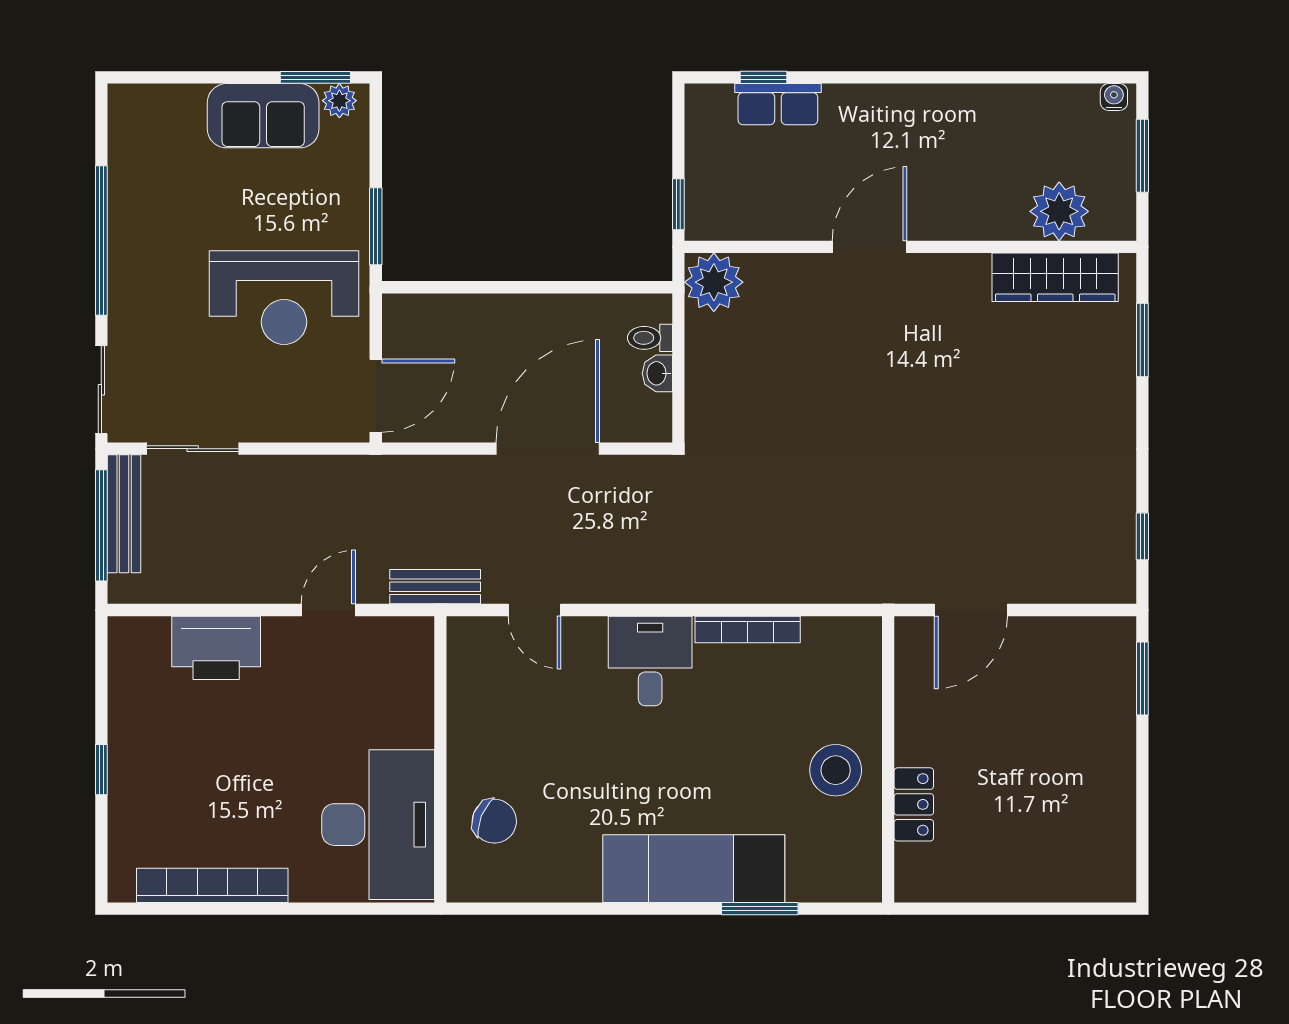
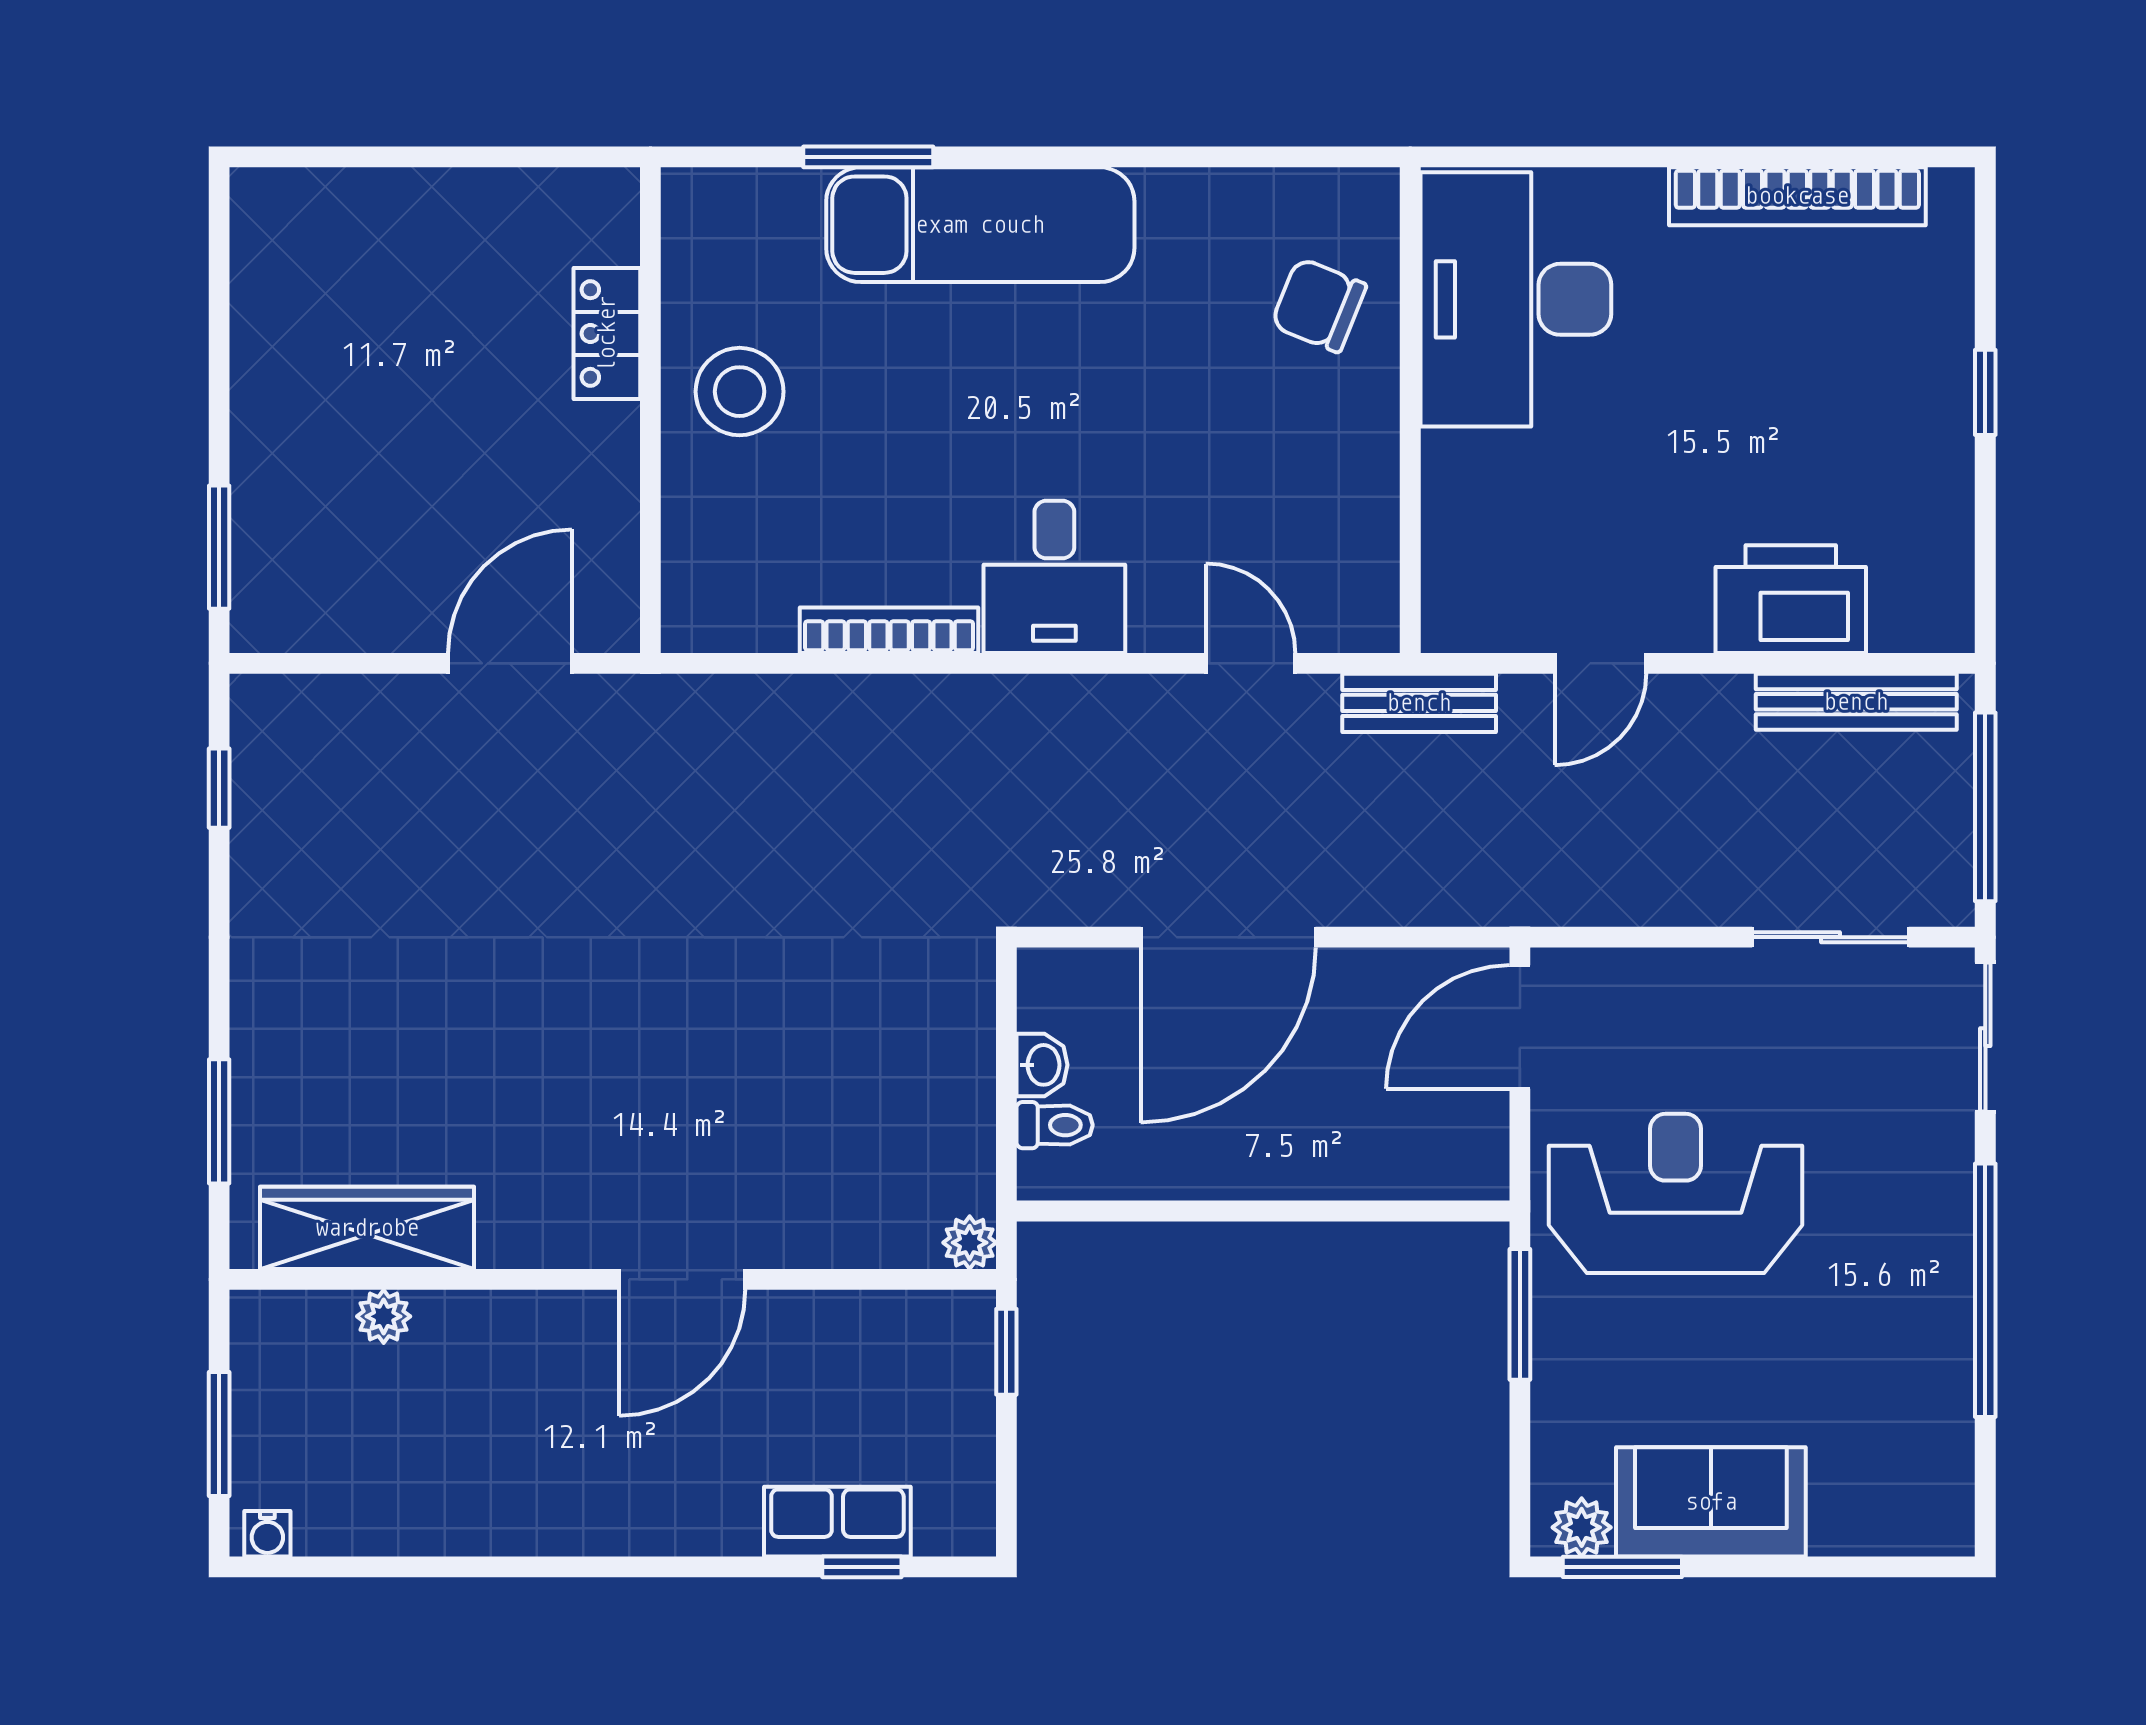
plant: (1059, 211) -> (384, 1316), width x0.53, depth x0.53
plant: (714, 282) -> (970, 1243), width x0.53, depth x0.53
bench: (124, 514) -> (1856, 702), moved, turned 90

